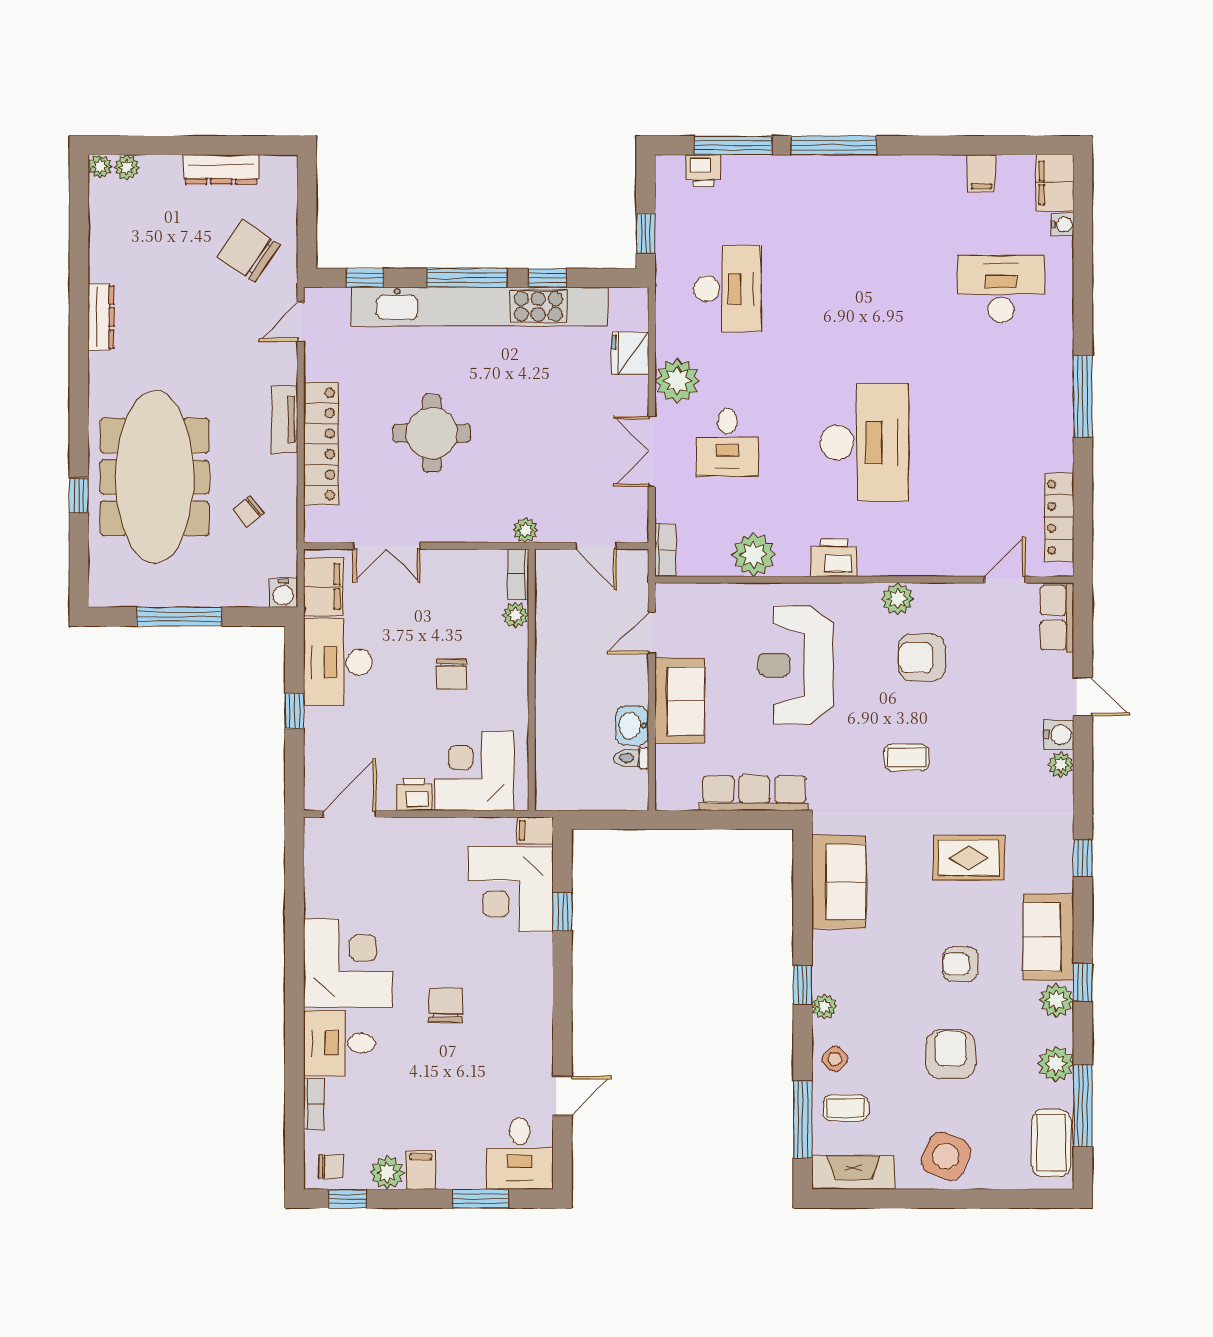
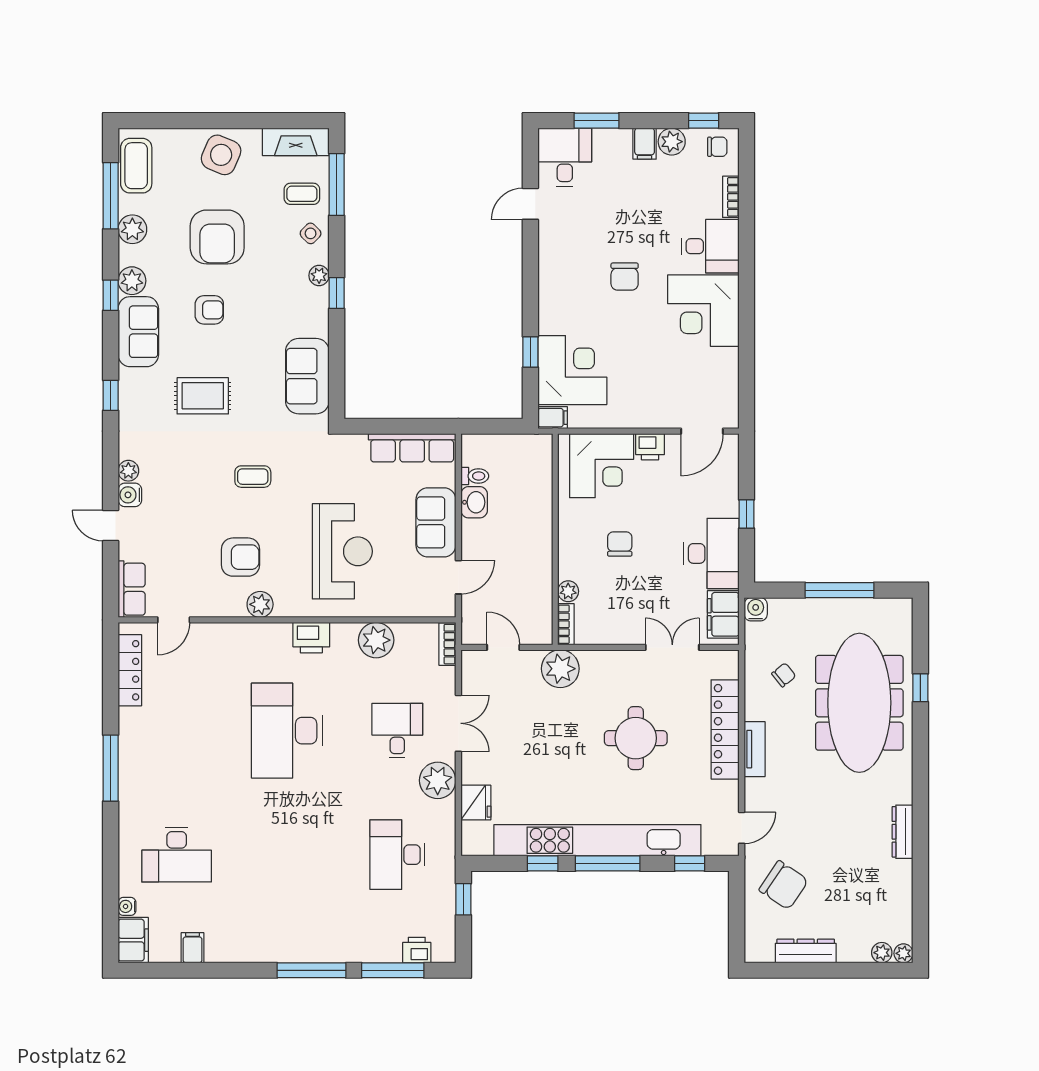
plant: (525, 530) -> (560, 669), width x1.88, depth x1.88
row of seats: (754, 793) -> (412, 448), moved
armchair: (951, 1054) -> (217, 237), width x1.36, depth x1.36
chair: (331, 1166) -> (717, 147), turned 180

